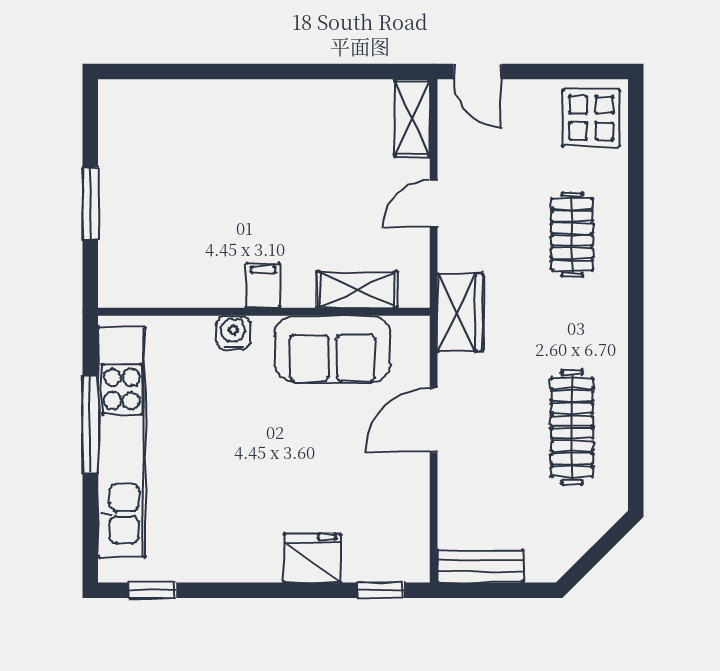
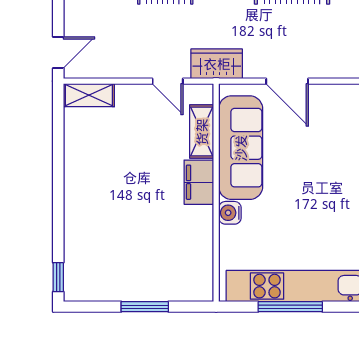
window: (135, 71) -> (58, 277), added
door: (434, 204) -> (168, 81), moved
filing cabinet: (263, 285) -> (199, 182), width x2.00
sofa: (333, 349) -> (241, 148), width x1.36

